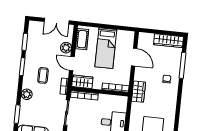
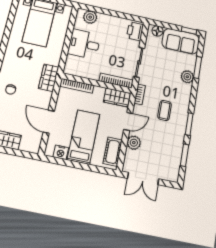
double door: (57, 21) -> (143, 179), swing flipped
nightstand: (122, 35) -> (61, 152), added
door: (72, 64) -> (128, 121), hinge flipped
plant: (27, 94) -> (187, 77), moved

